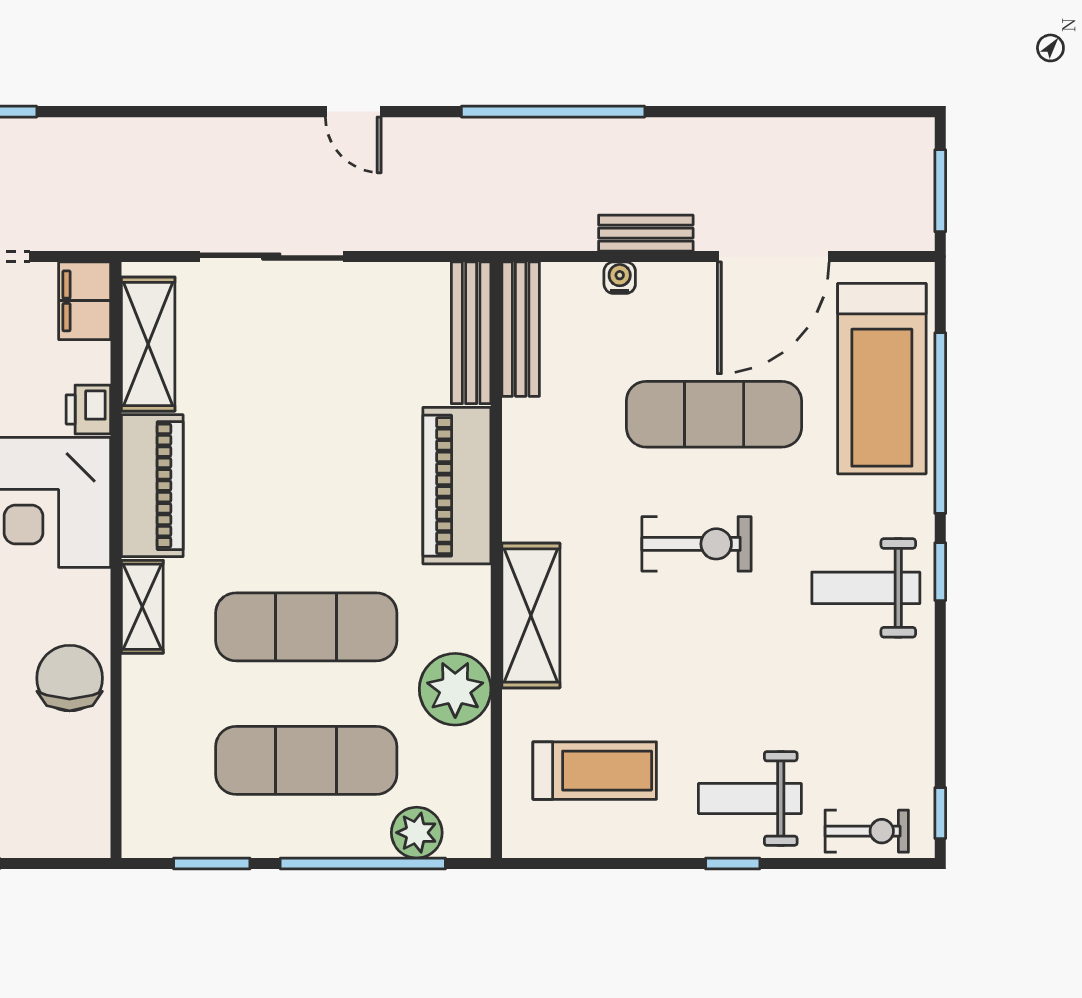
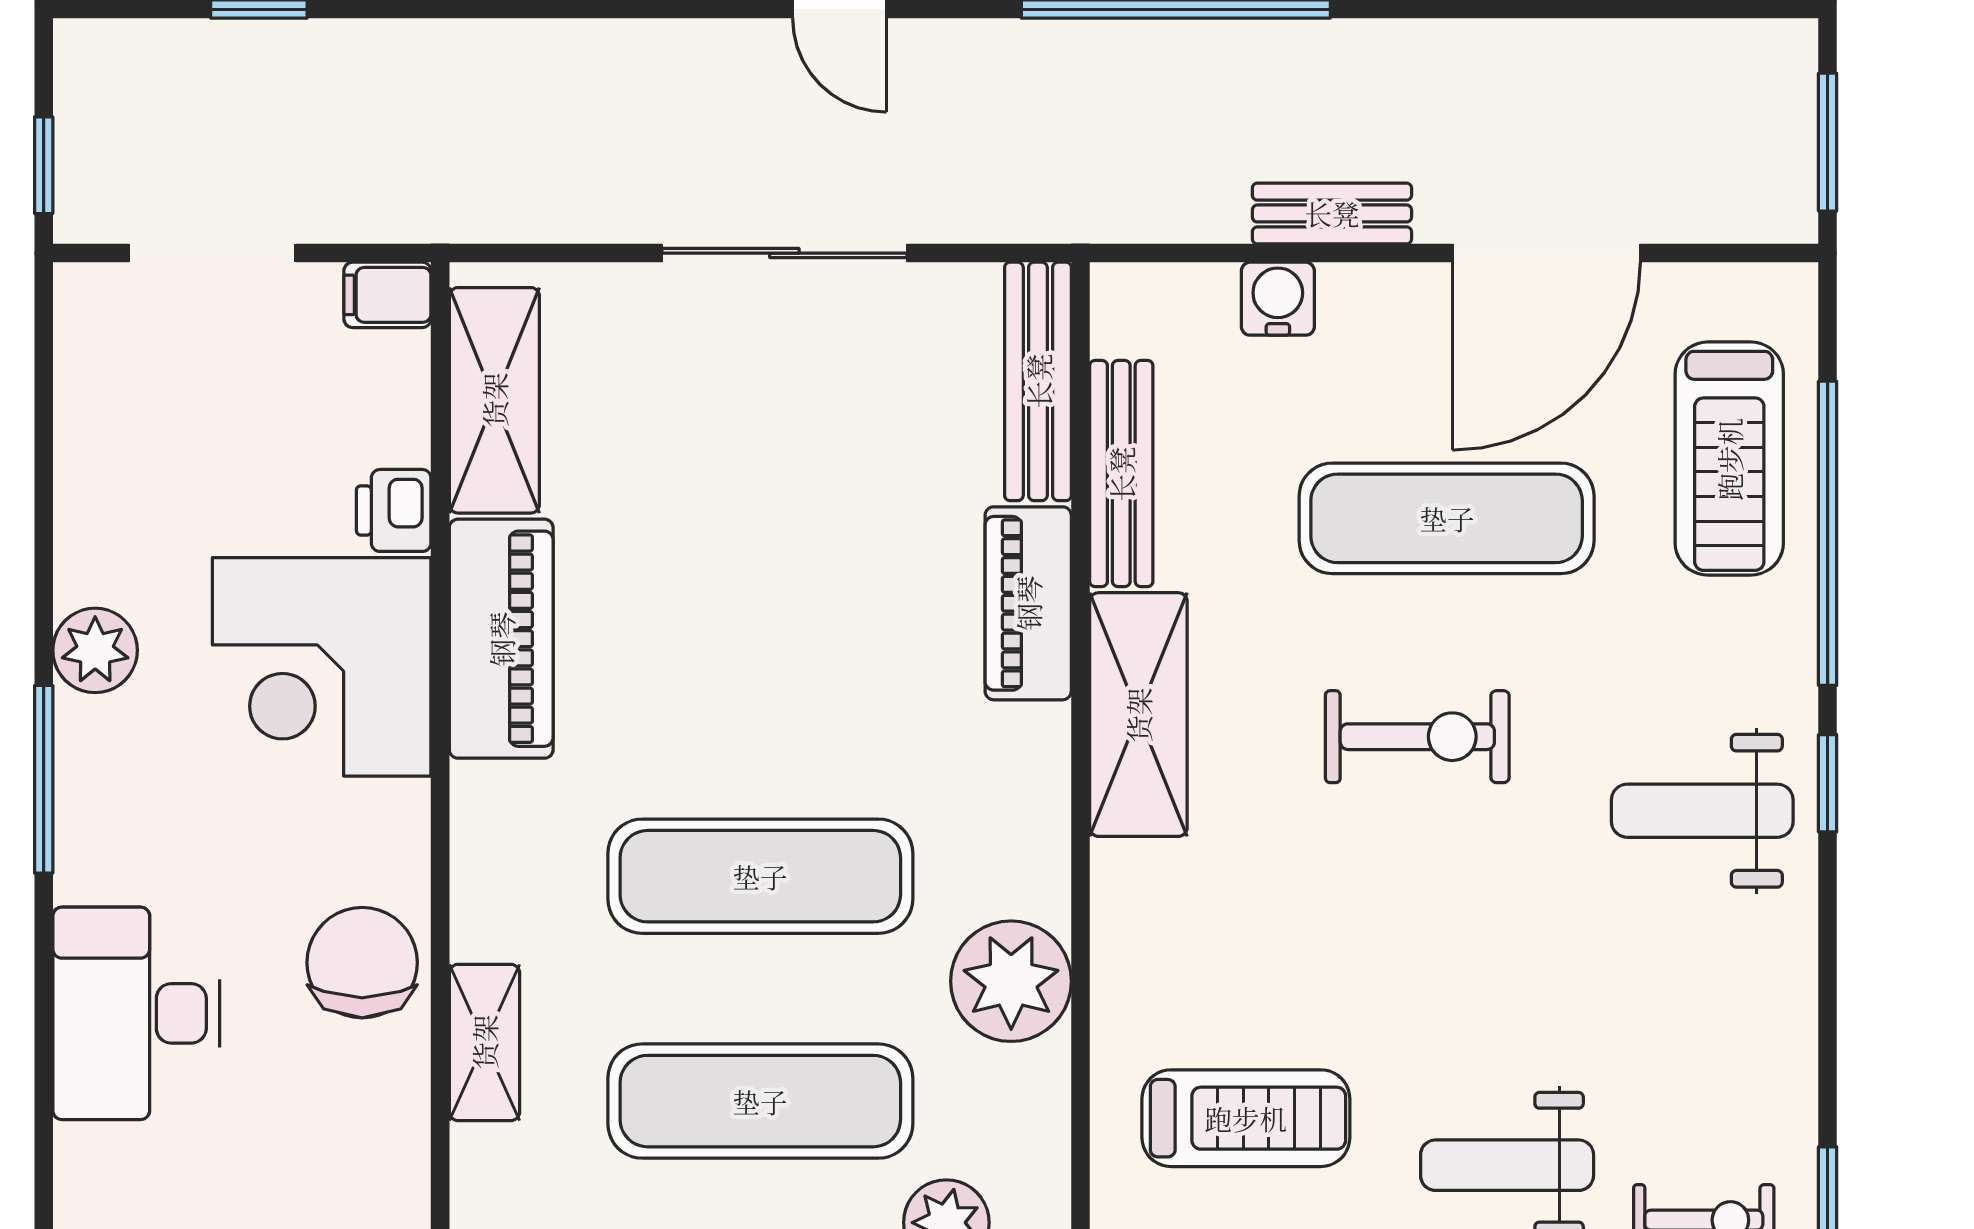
sliding door: (271, 257) -> (784, 253), moved
water cooler: (620, 278) -> (1278, 299), width x1.38, depth x1.38
filing cabinet: (85, 301) -> (387, 295), width x0.50
bench: (521, 329) -> (1121, 474), moved
treadmill: (882, 379) -> (1729, 459), width x0.73, depth x0.73
piano: (457, 486) -> (1028, 603), width x0.73, depth x0.75
shelving: (142, 607) -> (484, 1042), moved
shelving: (531, 615) -> (1138, 715), moved

